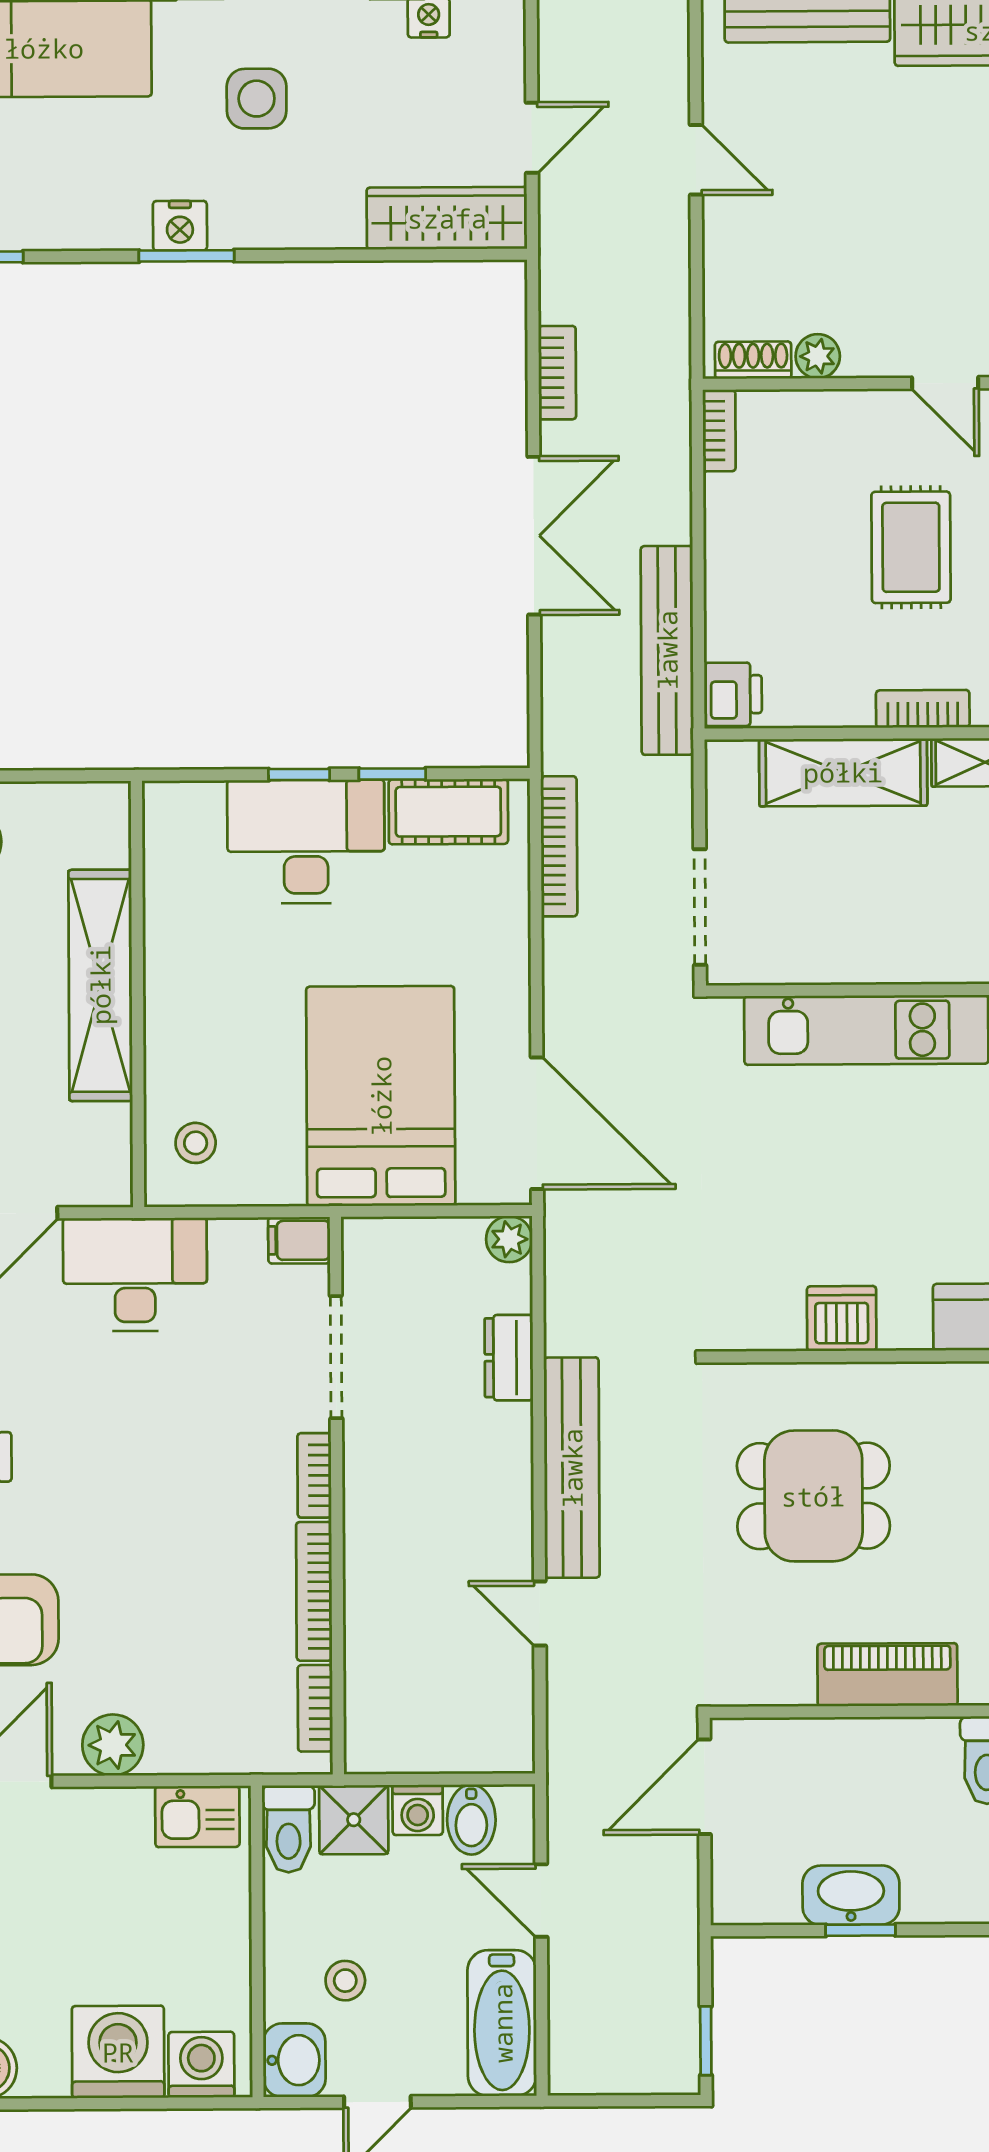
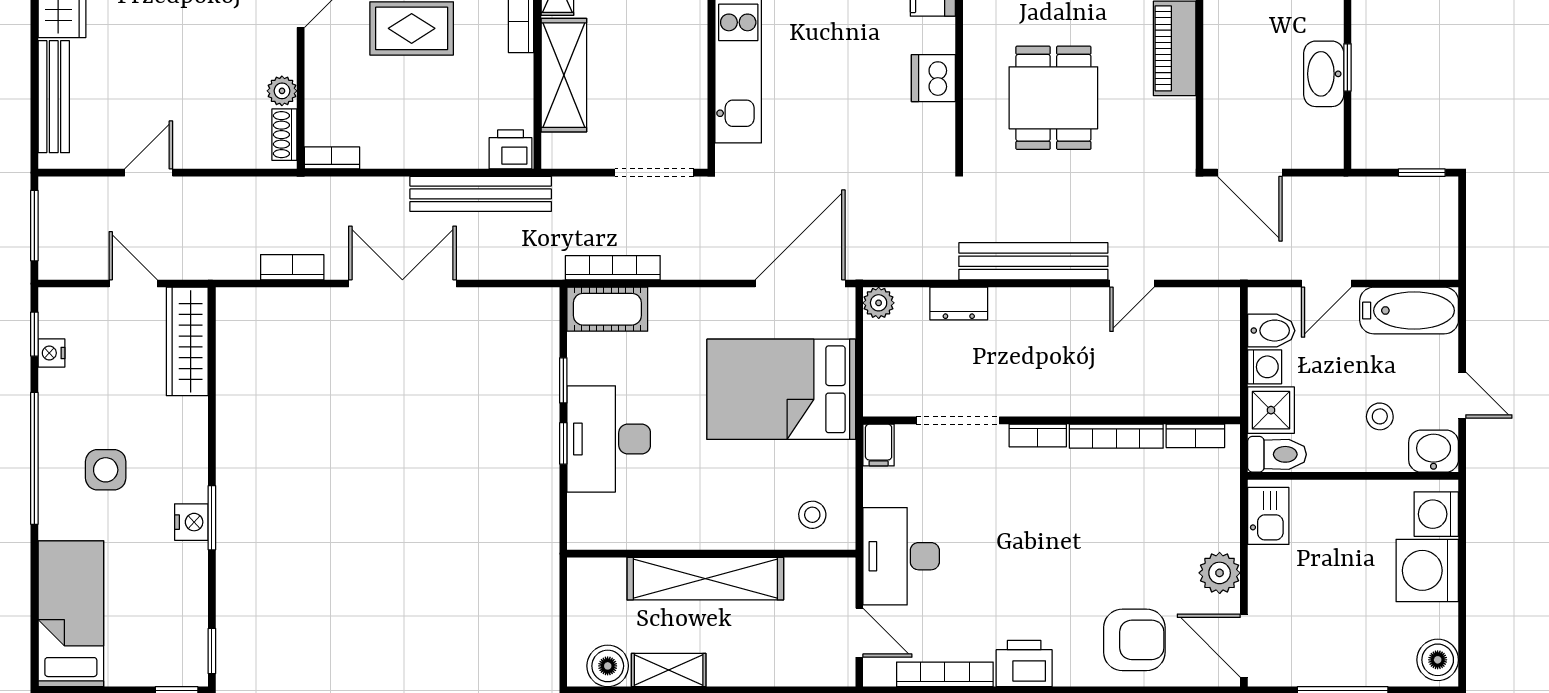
cot: (448, 812) -> (607, 309), moved, turned 90

